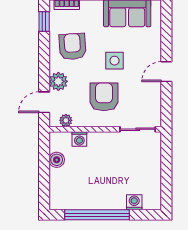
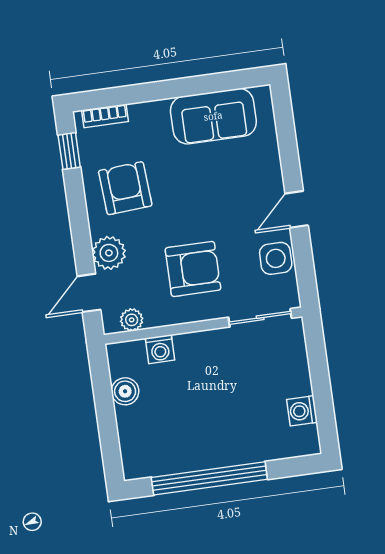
side table: (115, 61) -> (276, 258), moved
armchair: (104, 97) -> (193, 269), turned 90
washing machine: (134, 202) -> (302, 411), moved, turned -90

